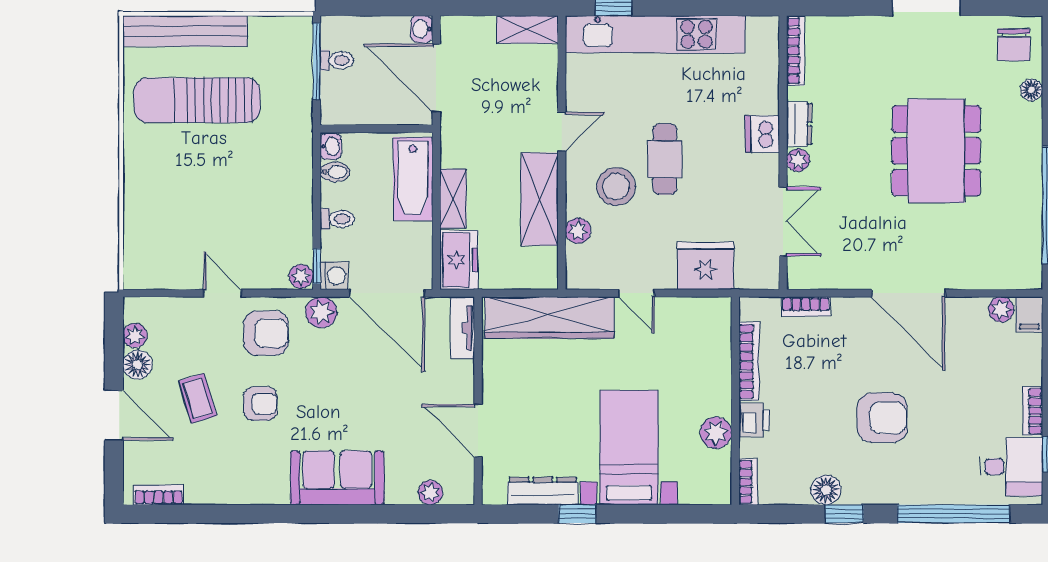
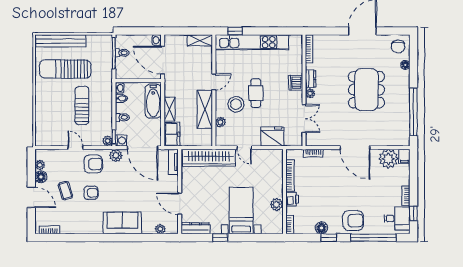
sun lounger: (238, 189) -> (82, 105), added
plant: (1001, 309) -> (388, 159), width x1.88, depth x1.88
armchair: (882, 418) -> (353, 221), moved
dresser: (543, 491) -> (196, 228), moved

